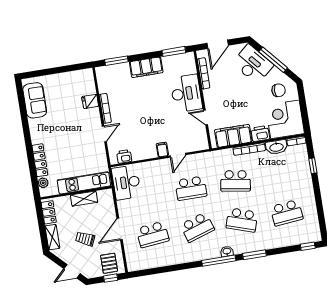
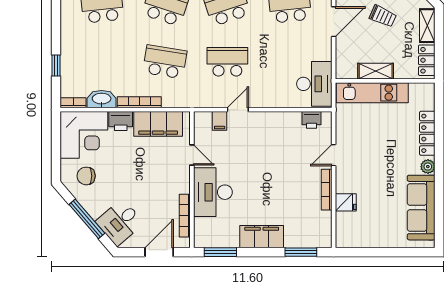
desk: (253, 64) -> (120, 222), width x0.73
sofa: (35, 100) -> (421, 208), width x1.36
filing cabinet: (162, 150) -> (220, 121), moved
plant: (43, 183) -> (428, 167), moved

